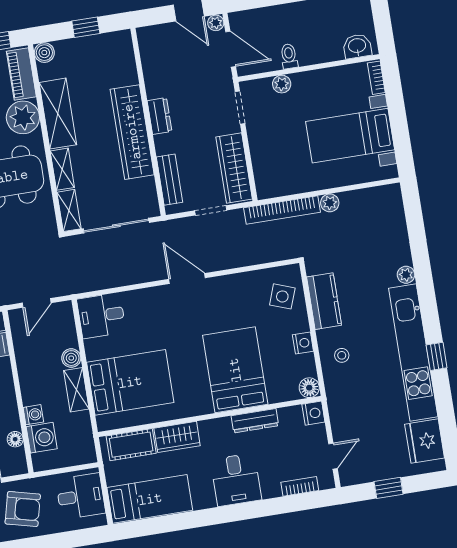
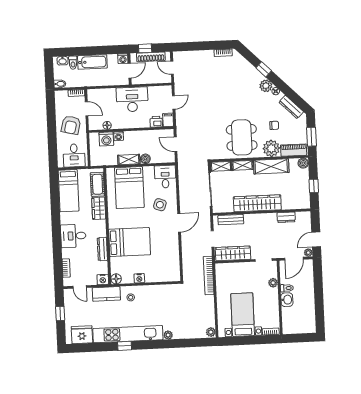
washbasin: (357, 46) -> (287, 300), moved
dresser: (159, 116) -> (286, 217), moved
plant: (330, 203) -> (211, 332), moved
side table: (282, 296) -> (160, 205), moved
kitchen counter: (324, 301) -> (106, 294), moved

